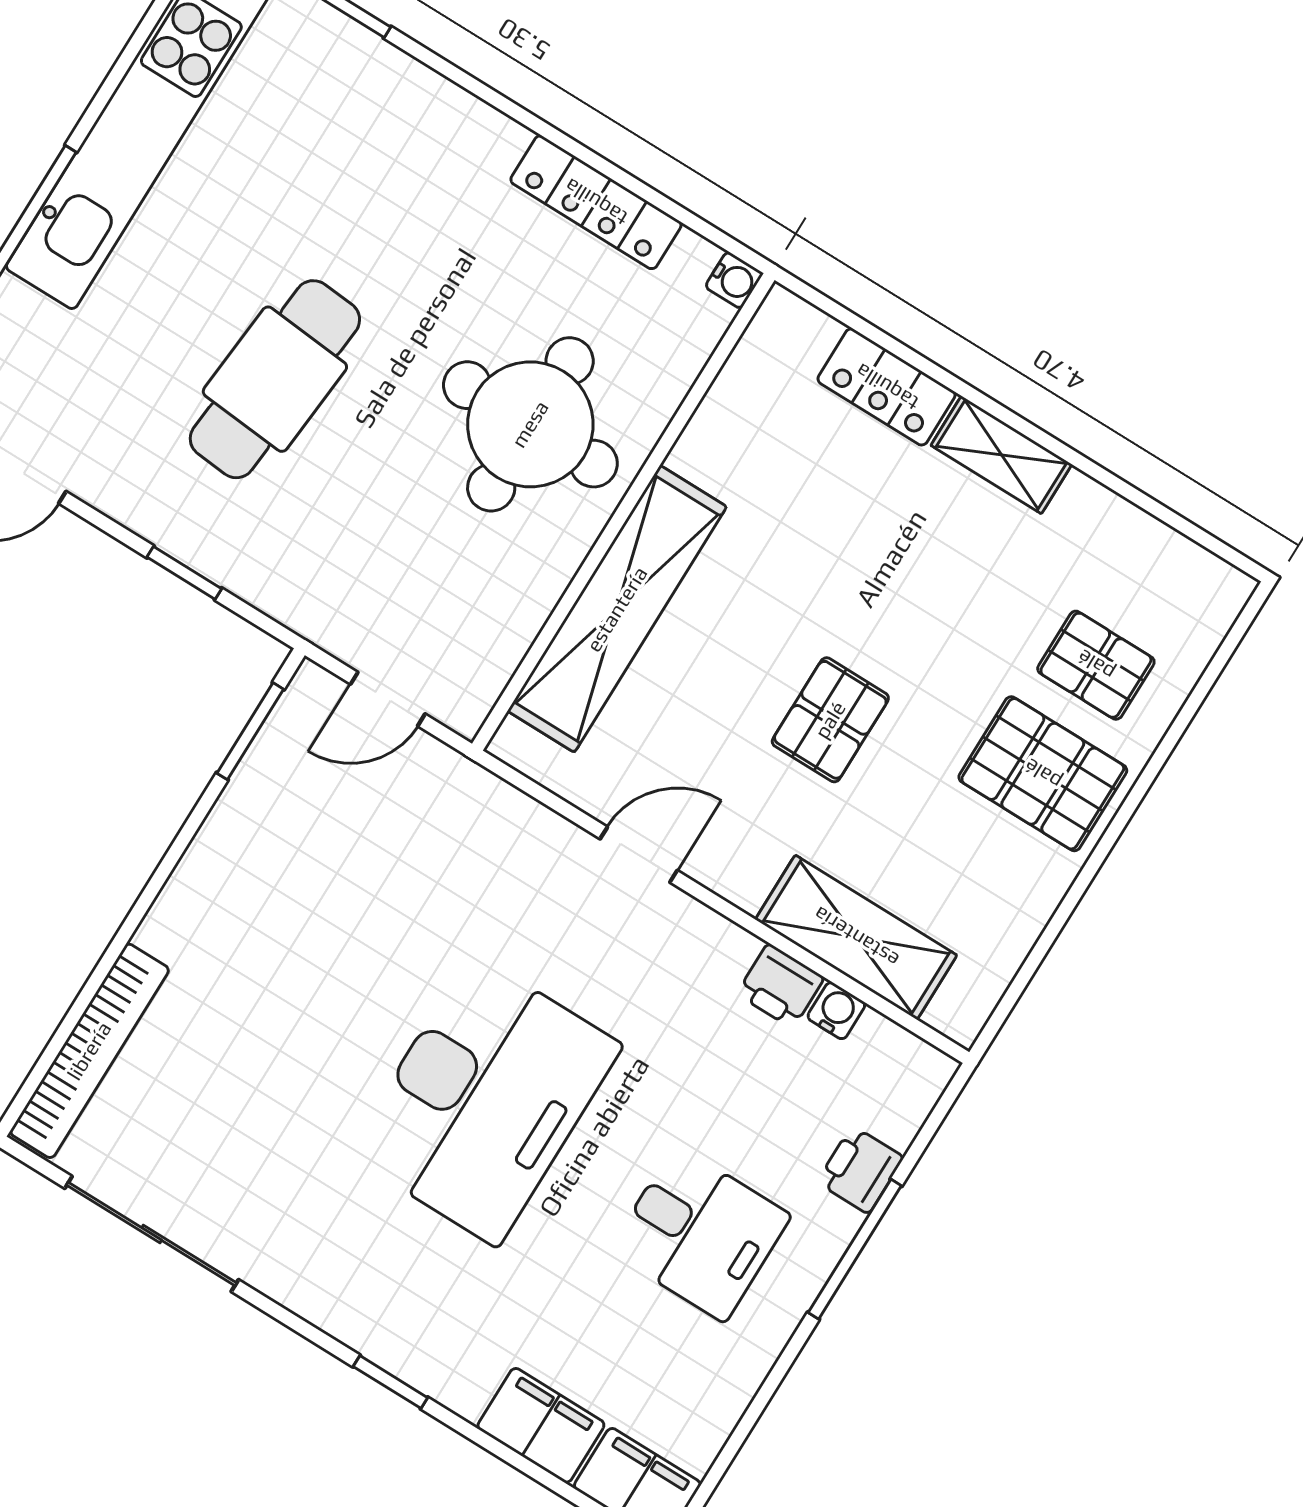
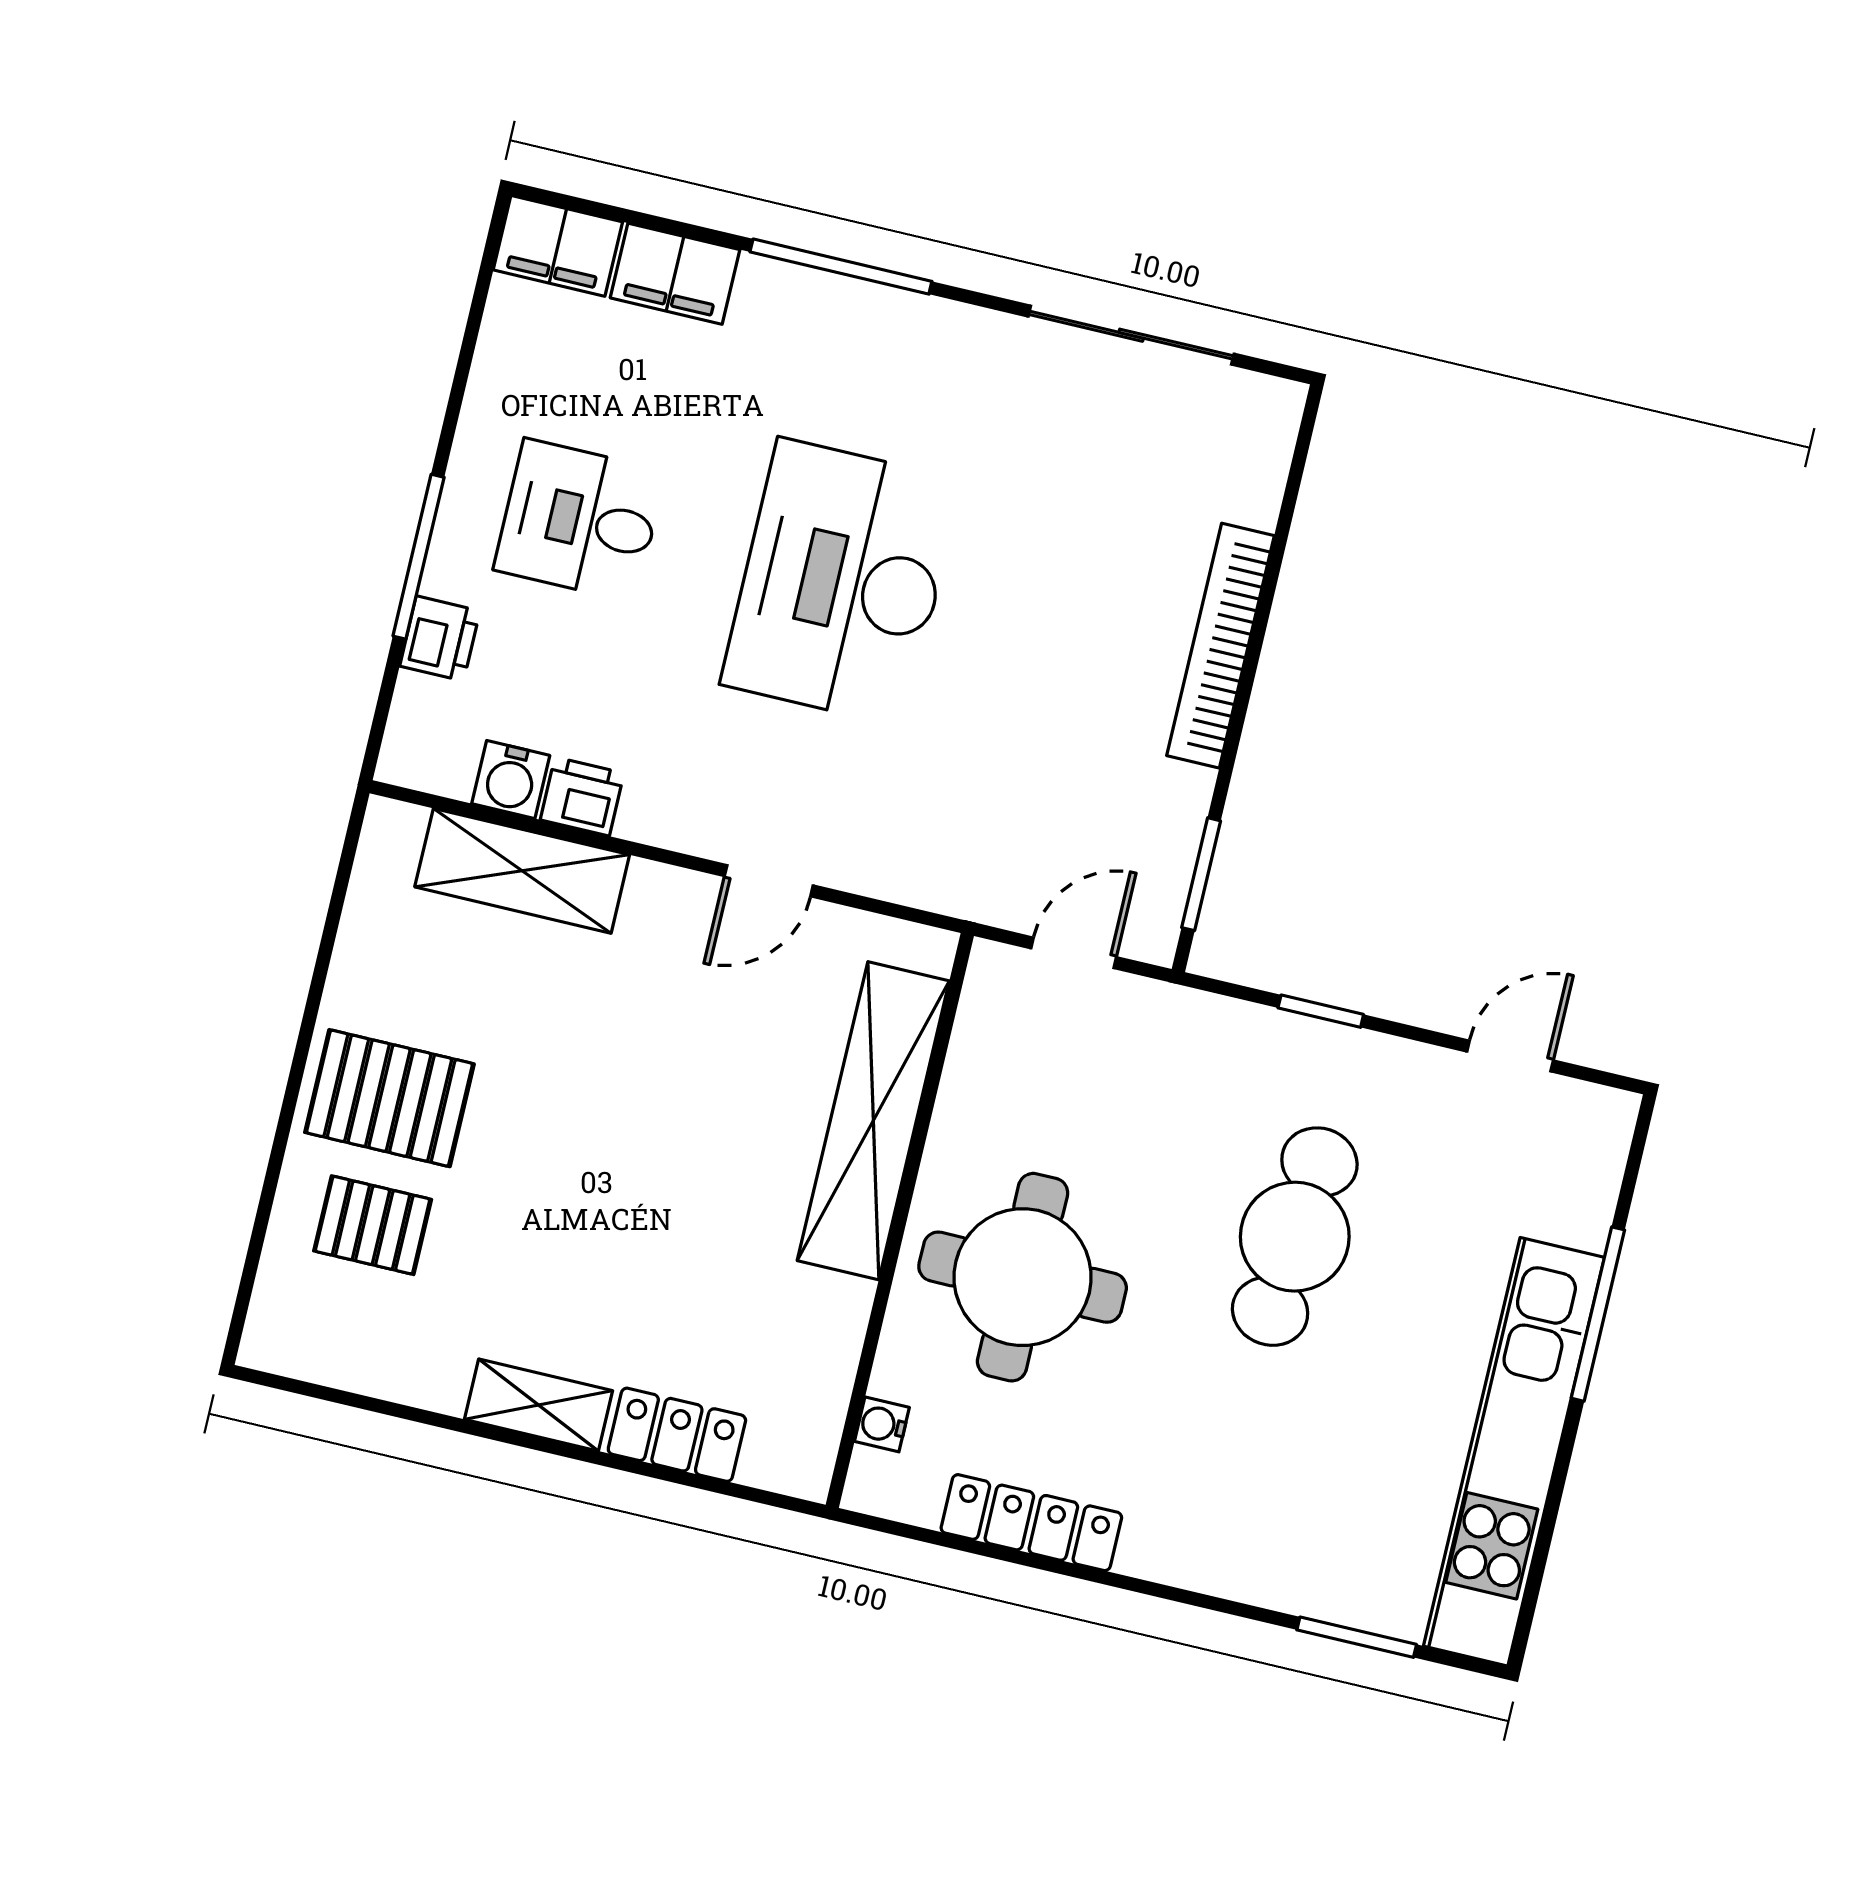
water cooler: (734, 280) -> (882, 1424), moved
pallet: (830, 720) -> (621, 1081), removed
water cooler: (836, 1011) -> (511, 780), width x1.38, depth x1.38
bookcase: (89, 1051) -> (1220, 646), moved
window: (390, 1382) -> (841, 267), width x2.17

